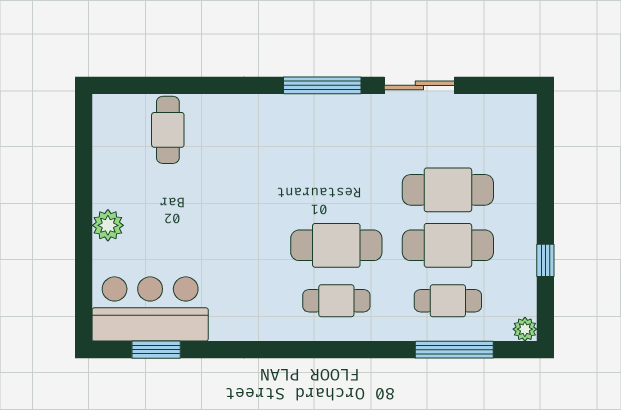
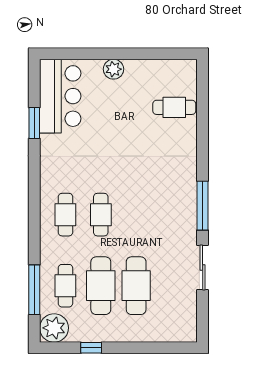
cafe table: (336, 245) -> (101, 215), width x0.73, depth x0.74
plant: (525, 329) -> (54, 328), width x1.88, depth x1.88
window: (156, 350) -> (34, 123), moved

